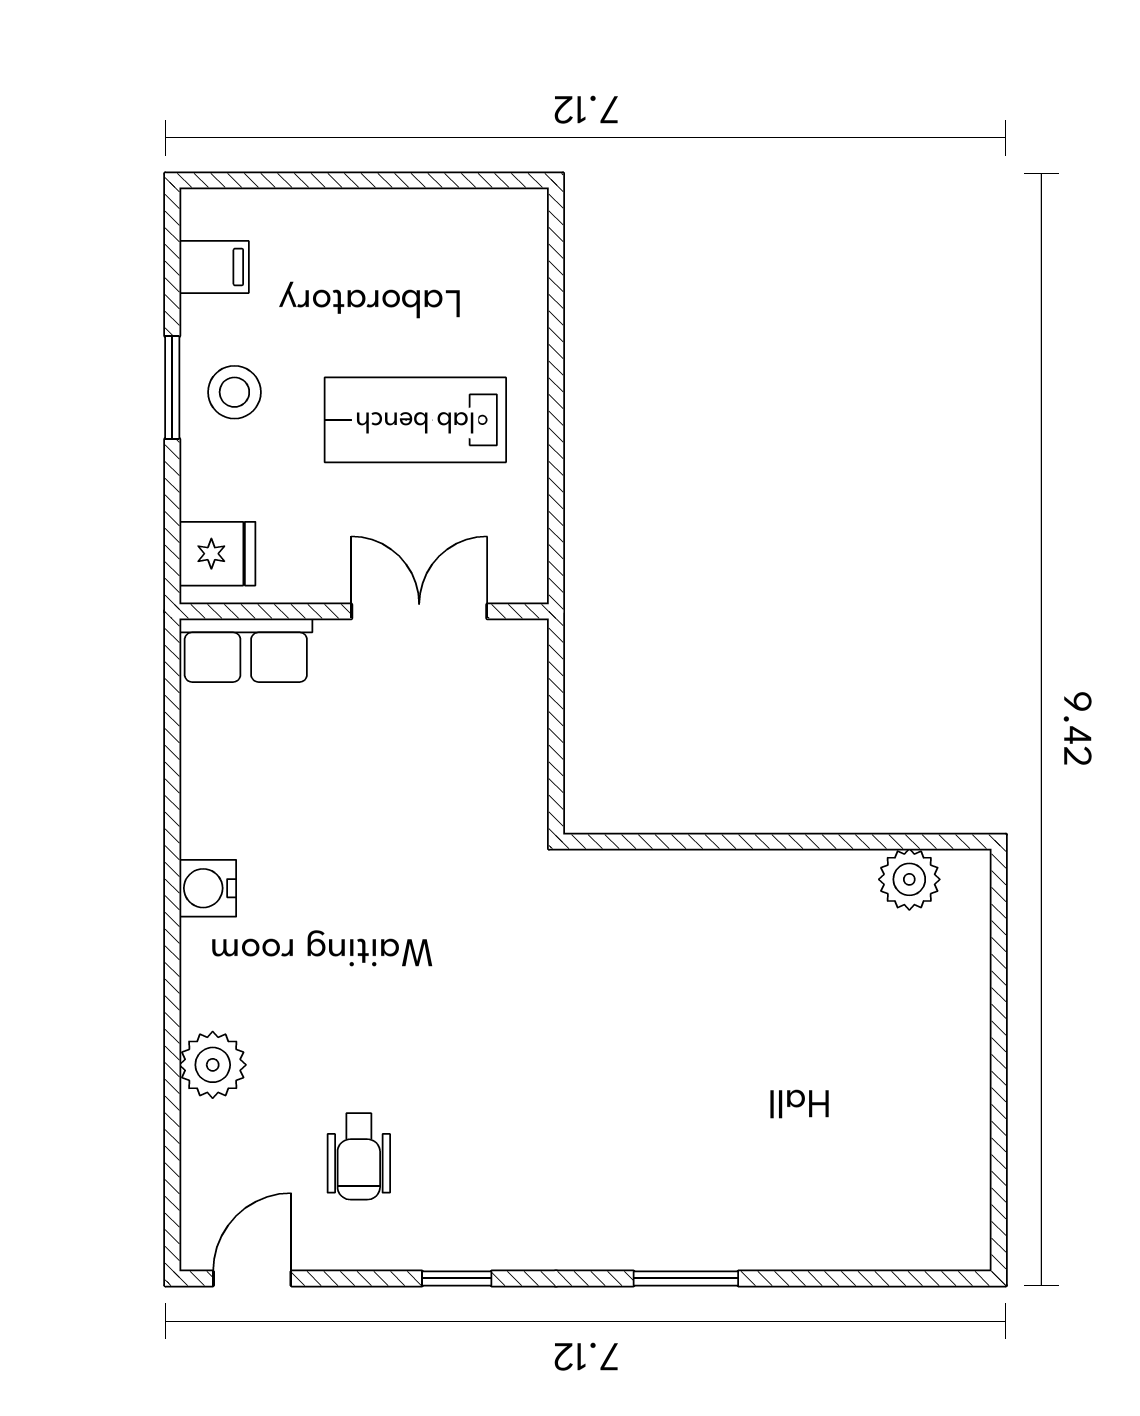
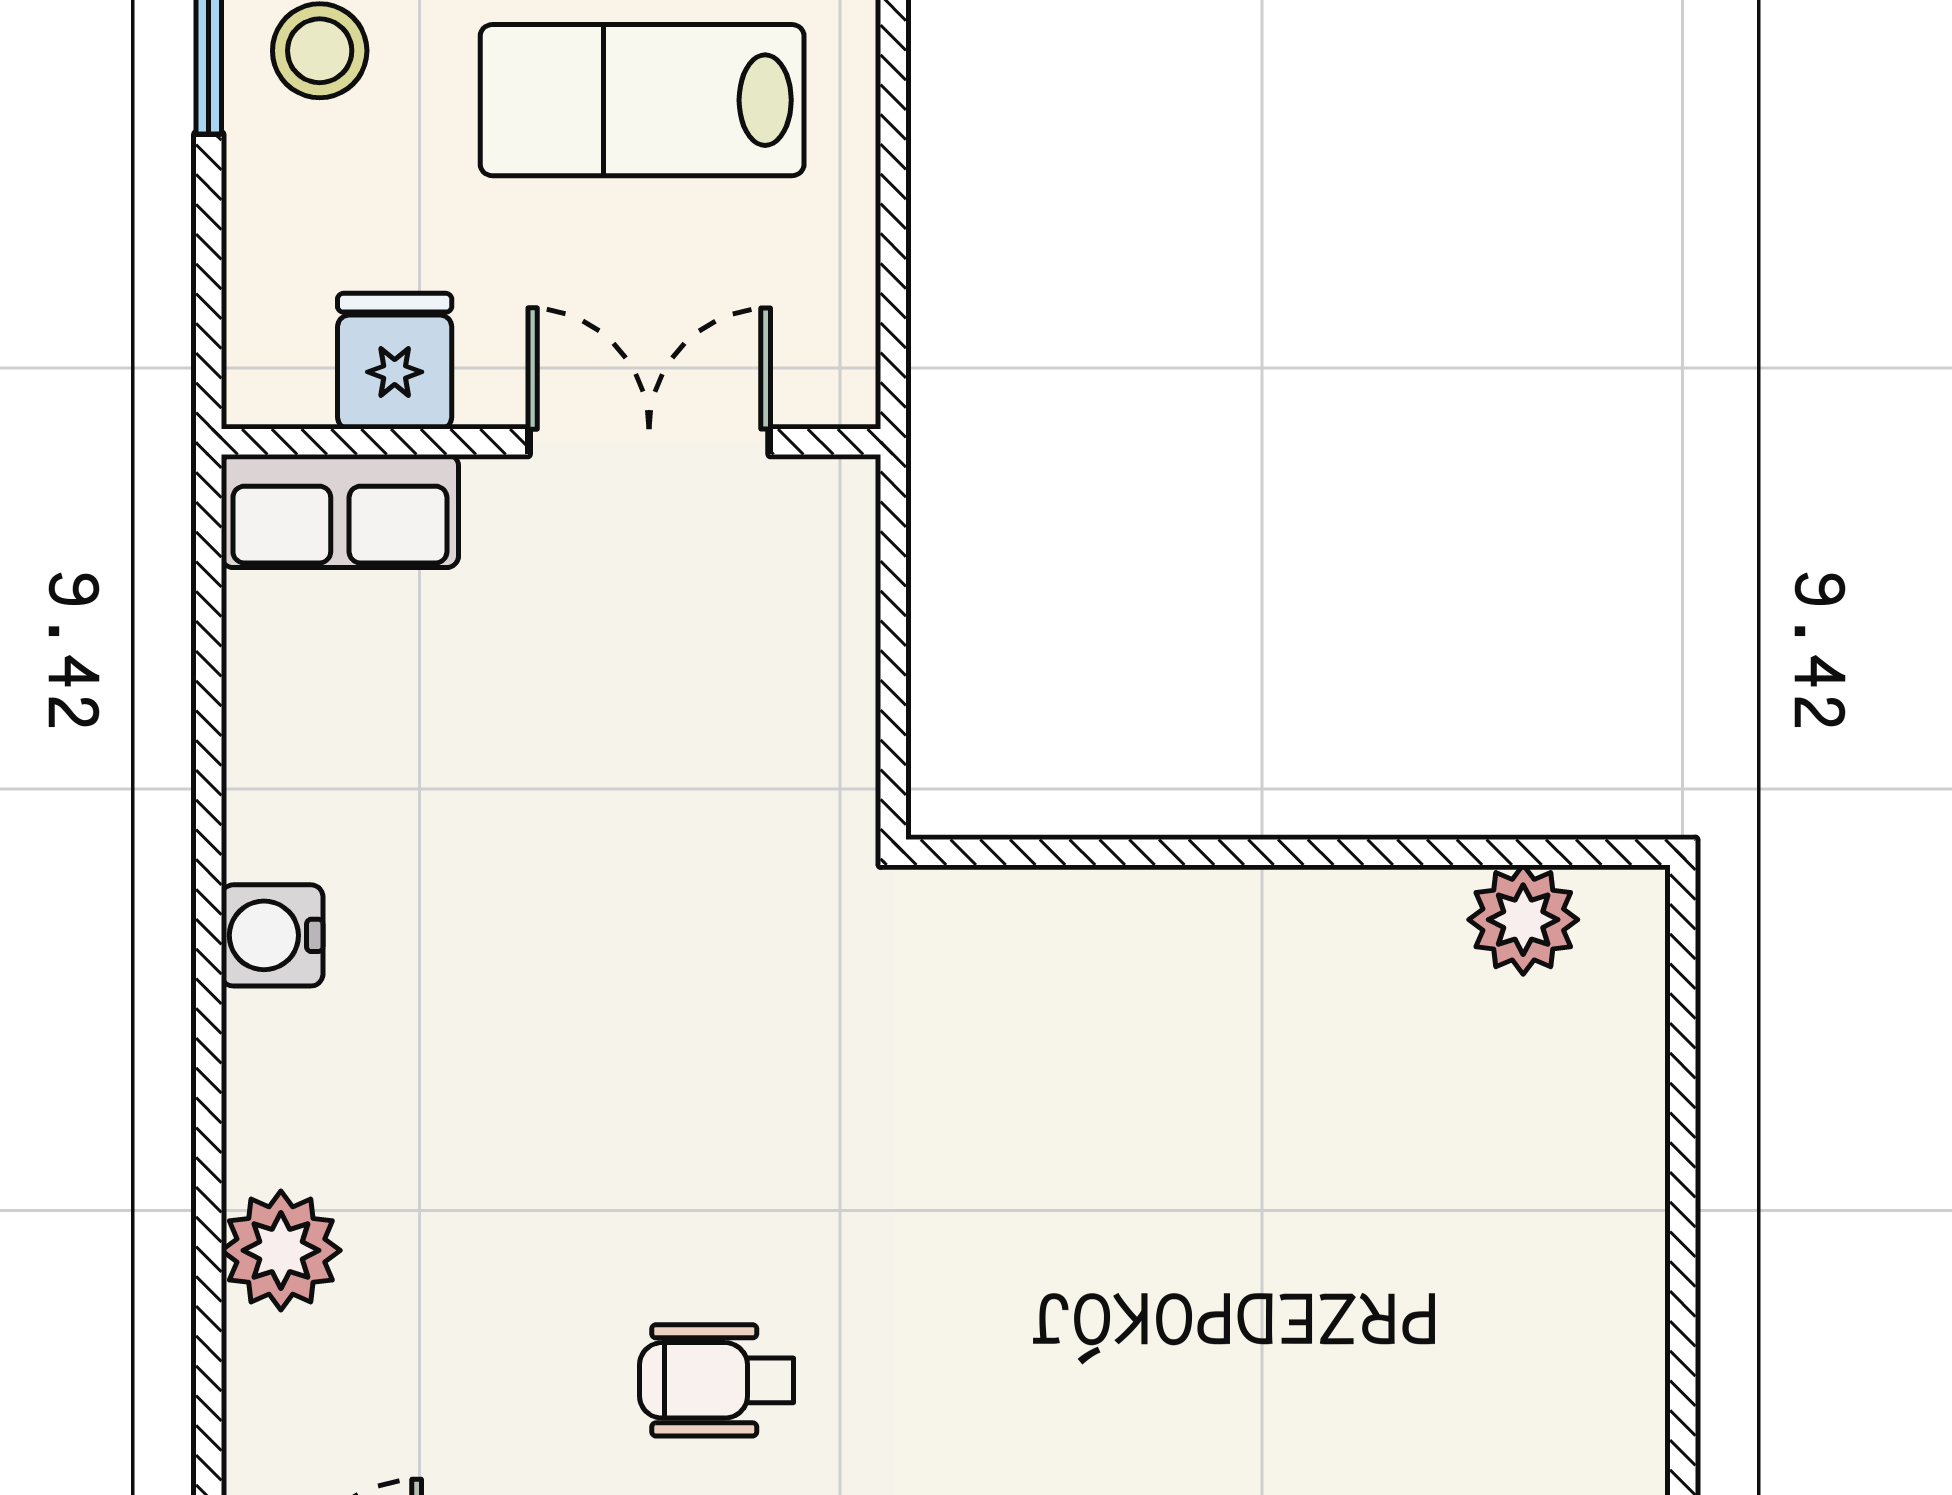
fridge: (217, 554) -> (395, 361), moved, turned -90
wheelchair: (359, 1156) -> (717, 1380), moved, turned 90

